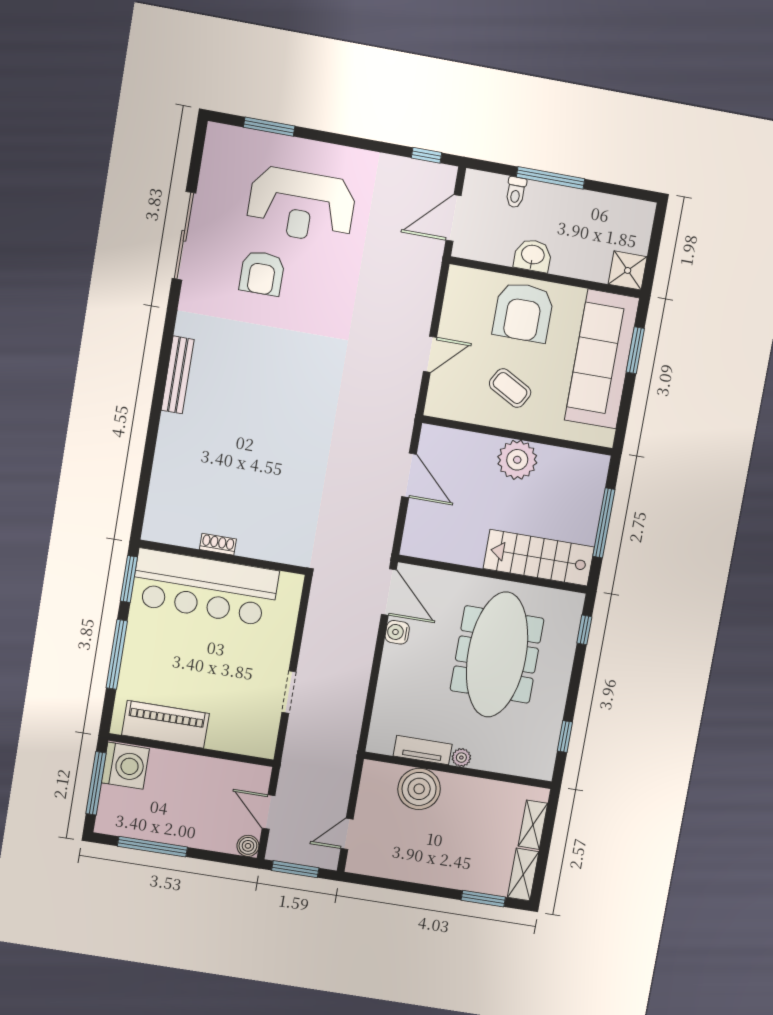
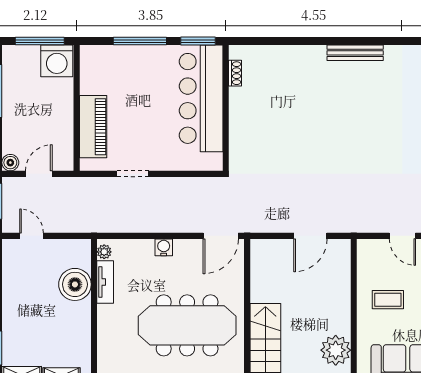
coffee table: (510, 388) -> (388, 300), turned 61
plant: (517, 460) -> (336, 350), moved
shoe rack: (218, 544) -> (235, 73), moved
water cooler: (397, 632) -> (164, 247), moved
piano: (165, 724) -> (93, 127), moved
plant: (461, 758) -> (104, 252), moved

